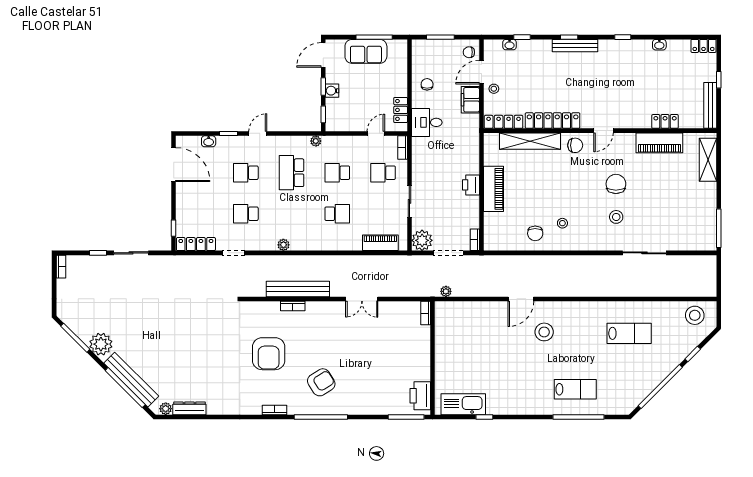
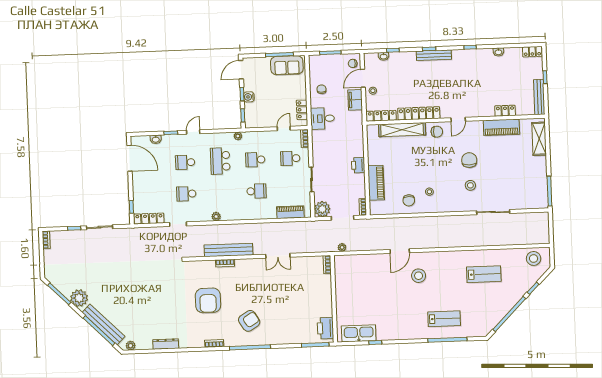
sofa: (366, 51) -> (287, 65), moved
piano: (493, 189) -> (376, 183), moved
dresser: (189, 408) -> (166, 344), moved

